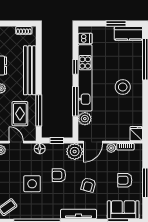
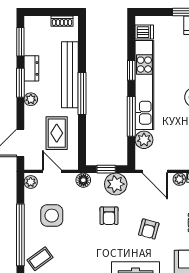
window: (39, 110) -> (82, 94), moved
door: (93, 142) -> (155, 171), hinge flipped
plant: (75, 152) -> (116, 184), moved
armchair: (59, 175) -> (109, 216), turned -90
side table: (32, 184) -> (52, 216), moved

